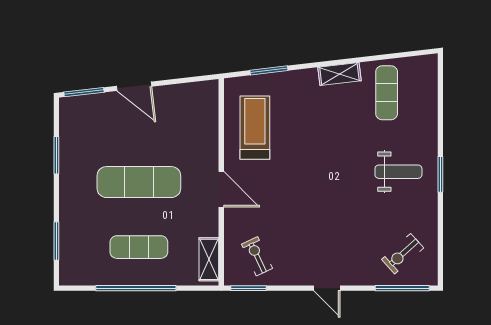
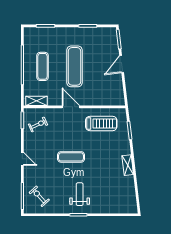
exercise mat: (387, 93) -> (71, 157), moved
weight bench: (398, 172) -> (80, 194), turned 180
door: (221, 189) -> (71, 107), swing flipped
door: (327, 288) -> (22, 159), swing flipped

